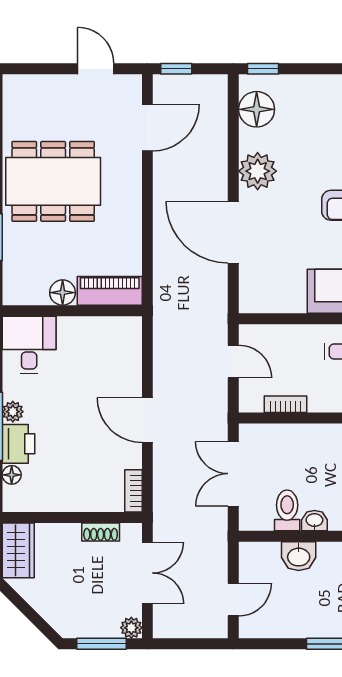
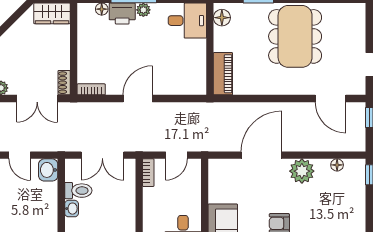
floor lamp: (257, 109) -> (337, 165), width x0.53, depth x0.53
floor lamp: (63, 293) -> (222, 18), moved
bookcase: (285, 404) -> (148, 173), moved
double door: (233, 474) -> (102, 155), swing flipped
shoe rack: (101, 532) -> (64, 83), moved
washbasin: (299, 556) -> (48, 170), moved

